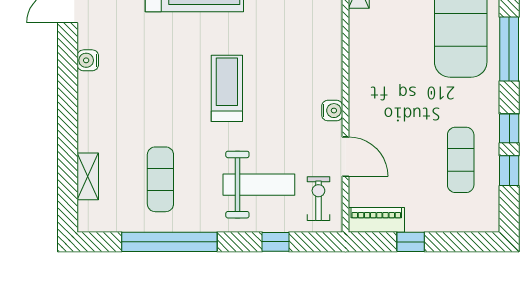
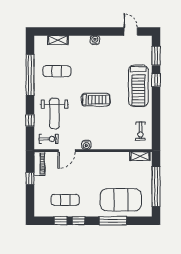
water cooler: (88, 60) -> (95, 40), moved

